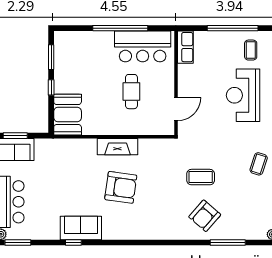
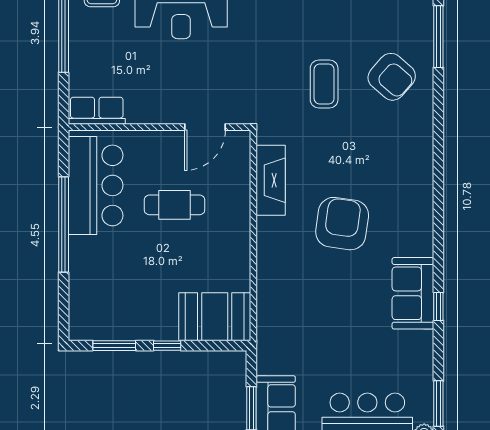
door: (176, 109) -> (205, 127), swing flipped
fireplace: (117, 147) -> (271, 180), moved

